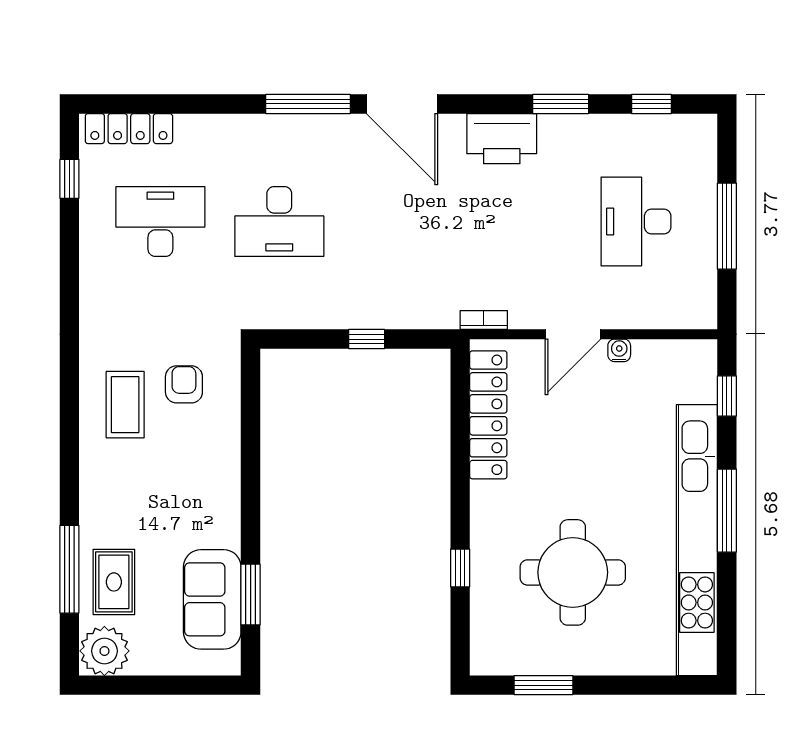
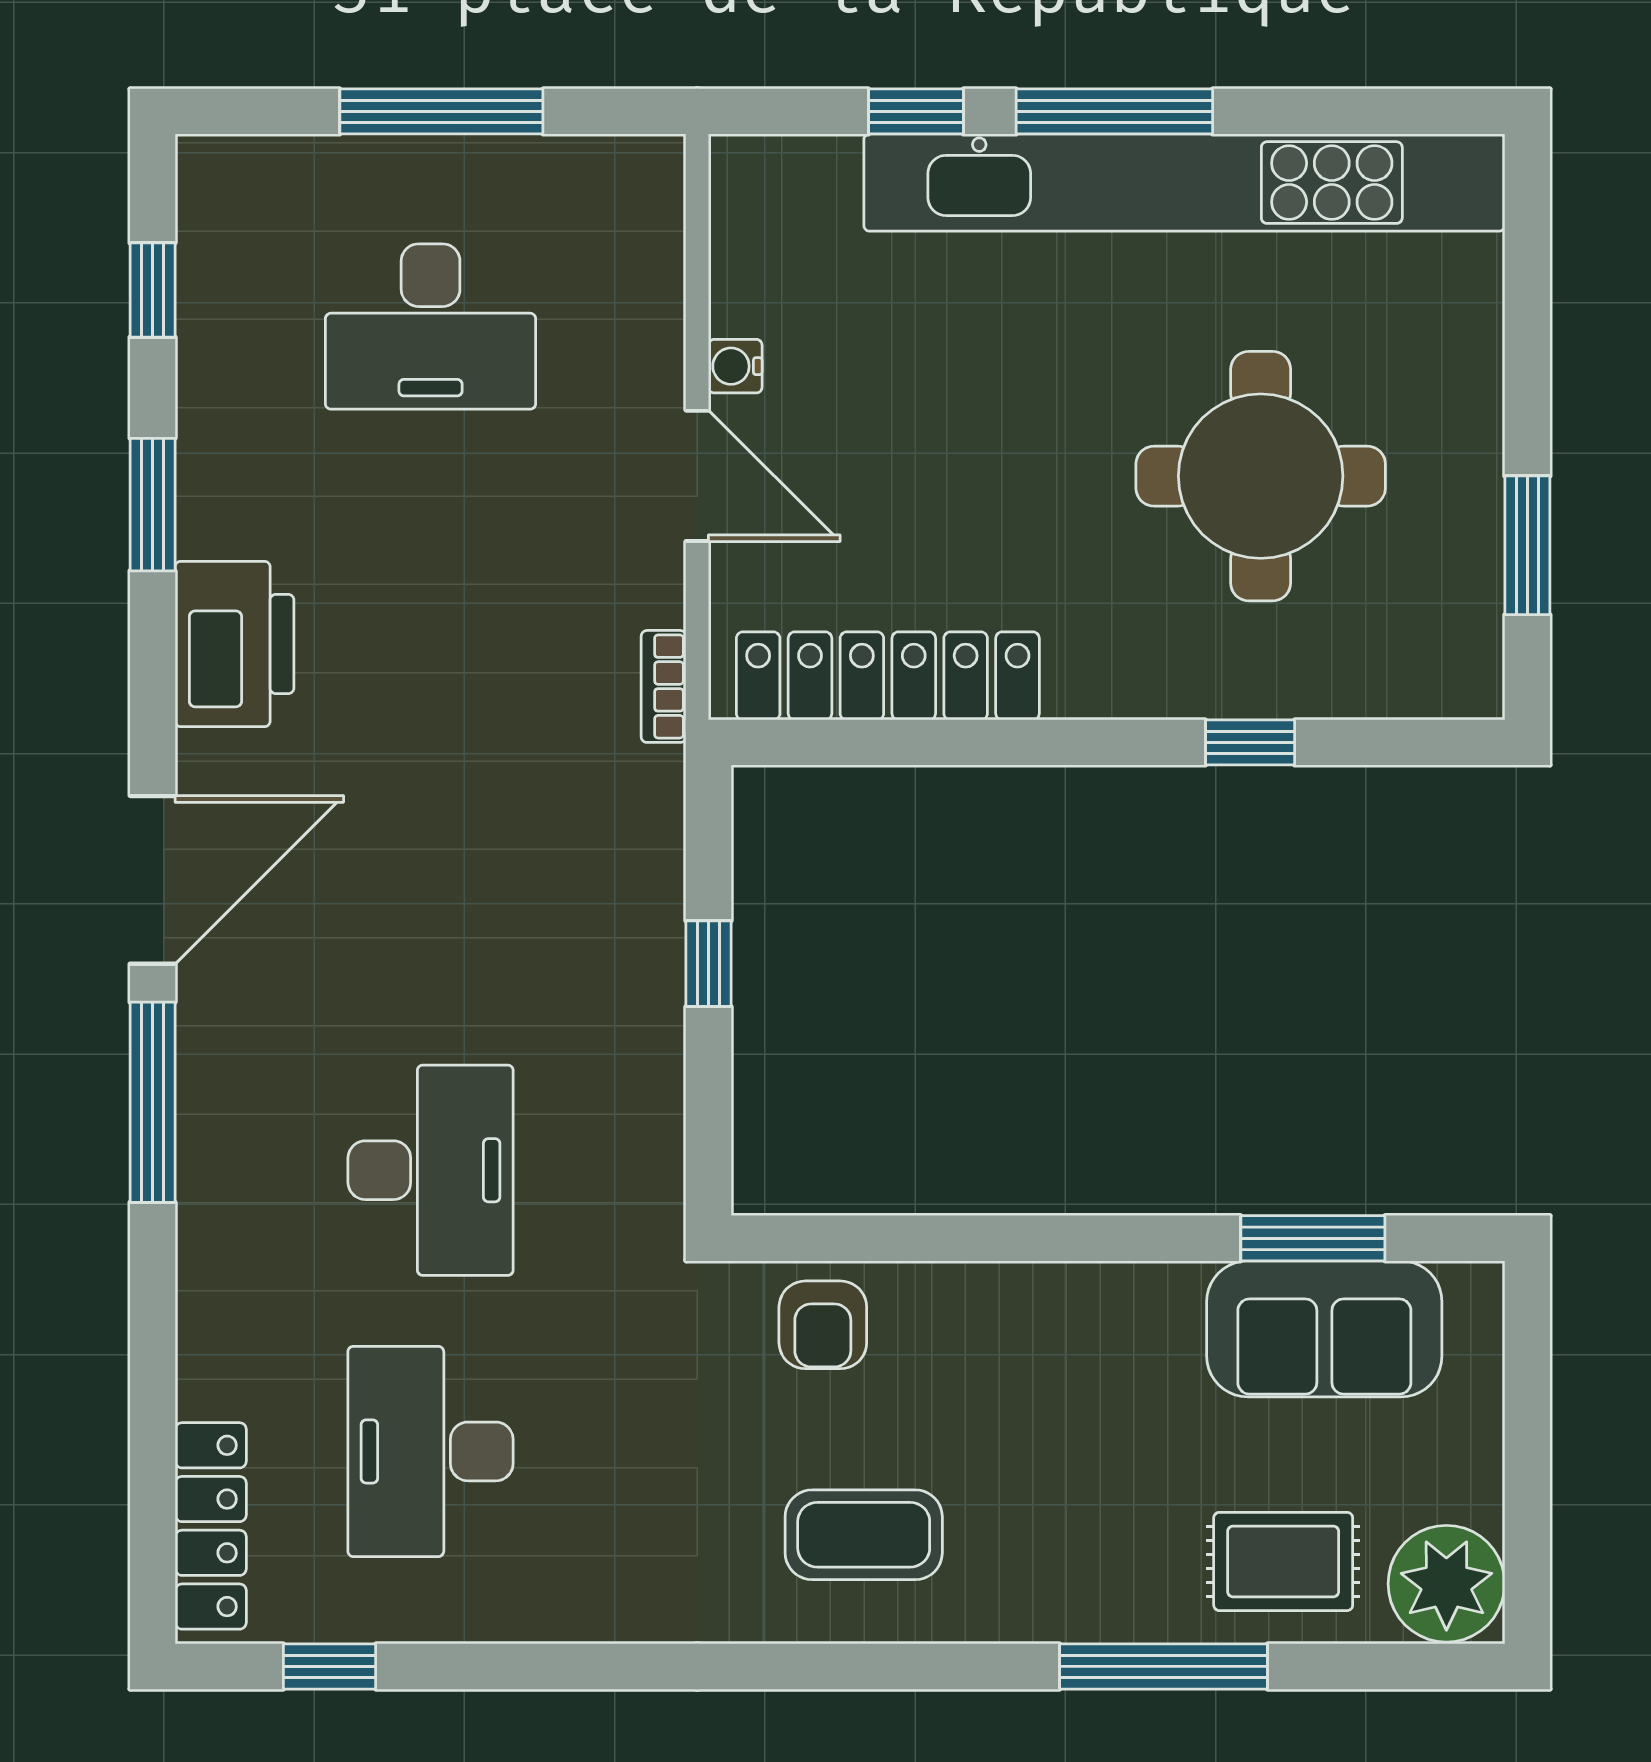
armchair: (184, 384) -> (823, 1325), moved, turned -90
window: (727, 396) -> (916, 111), moved
window: (69, 569) -> (1164, 1666), moved

